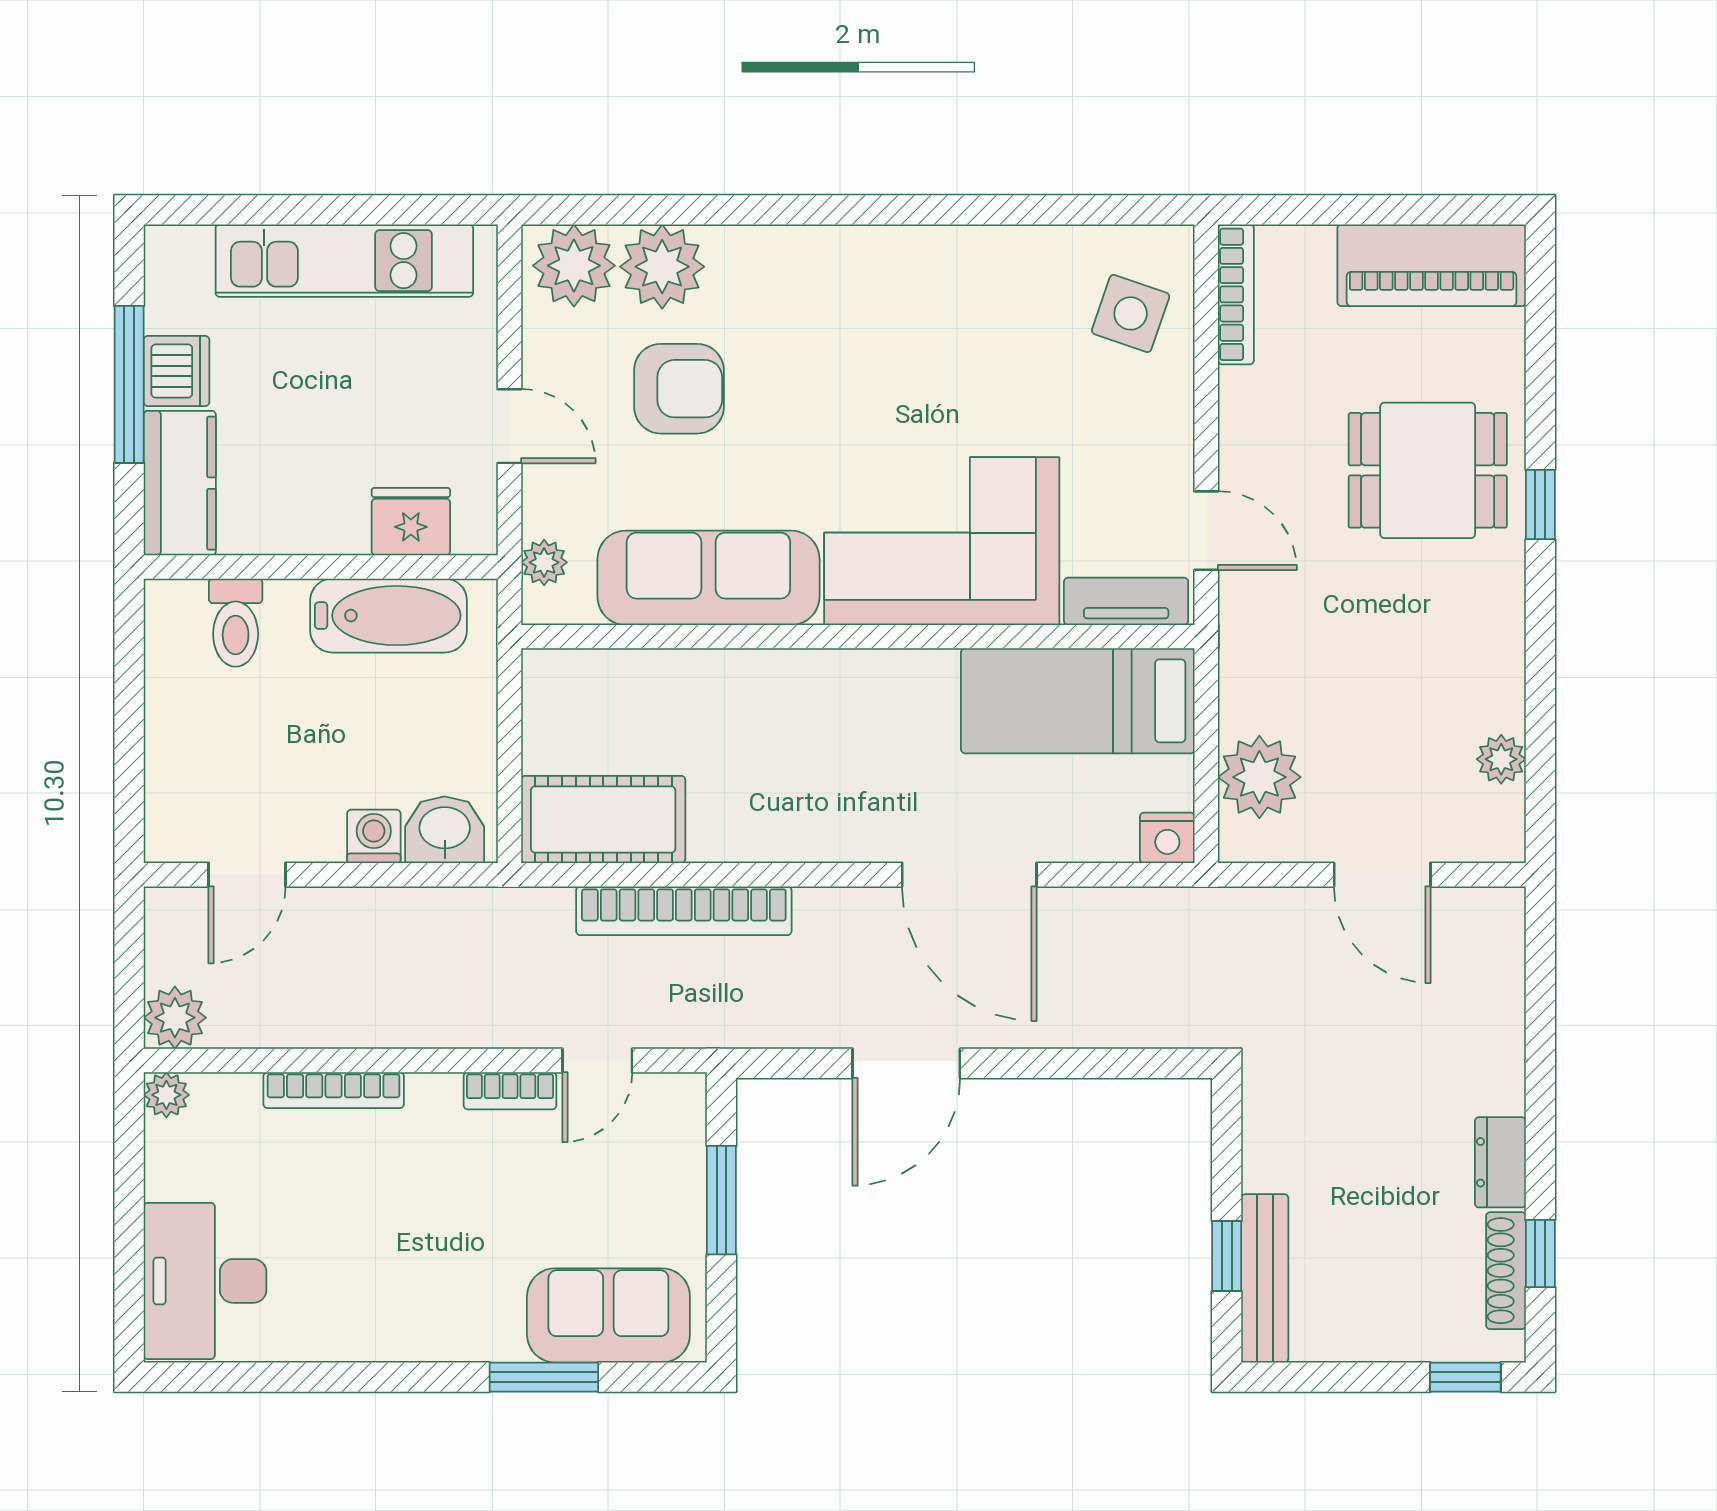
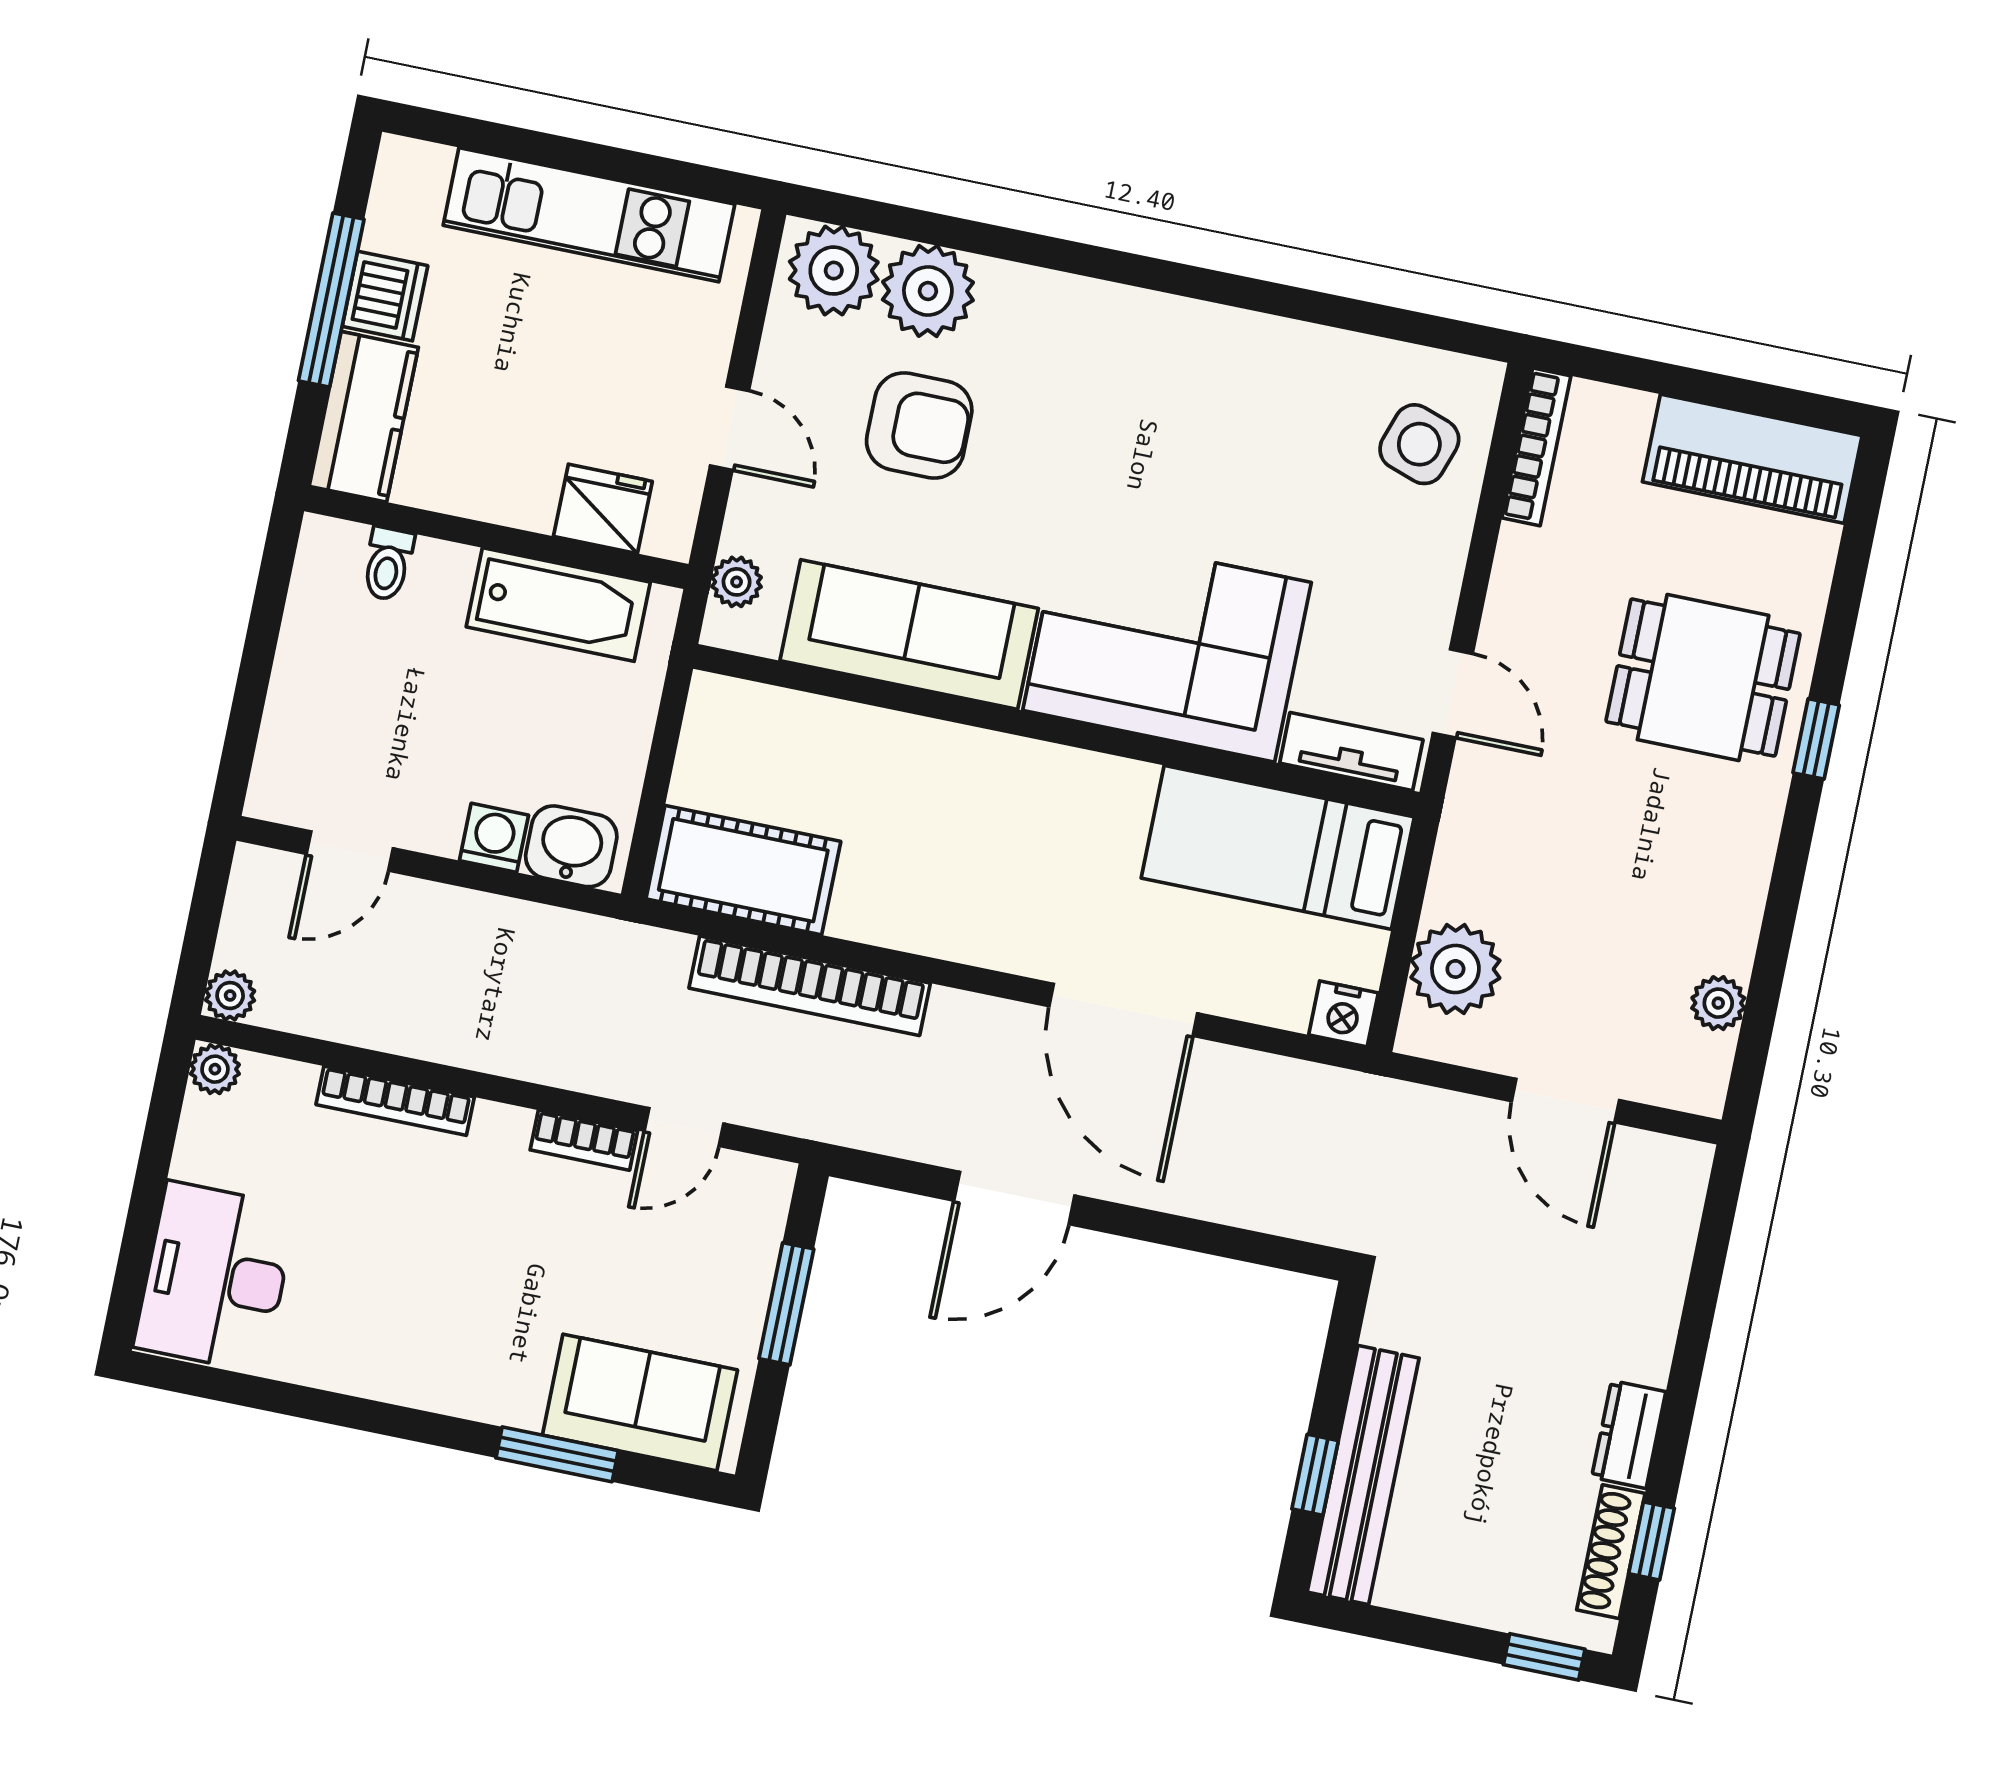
toilet: (236, 623) -> (388, 564), width x0.73, depth x0.72
plant: (175, 1018) -> (230, 996), width x0.73, depth x0.73
bench: (1265, 1278) -> (1363, 1475), width x1.37, depth x1.21

